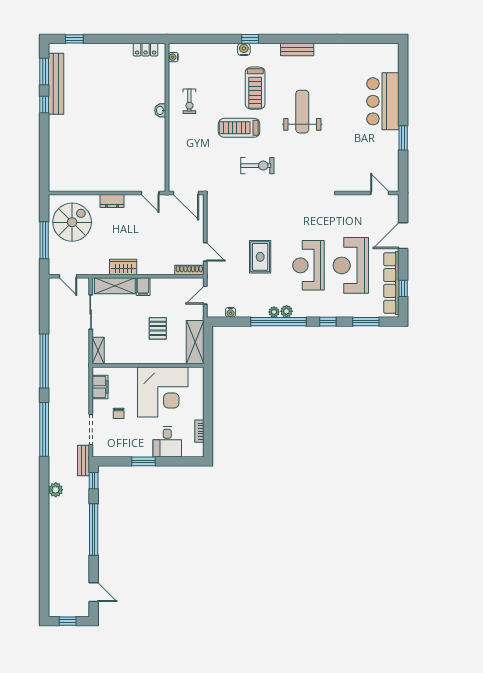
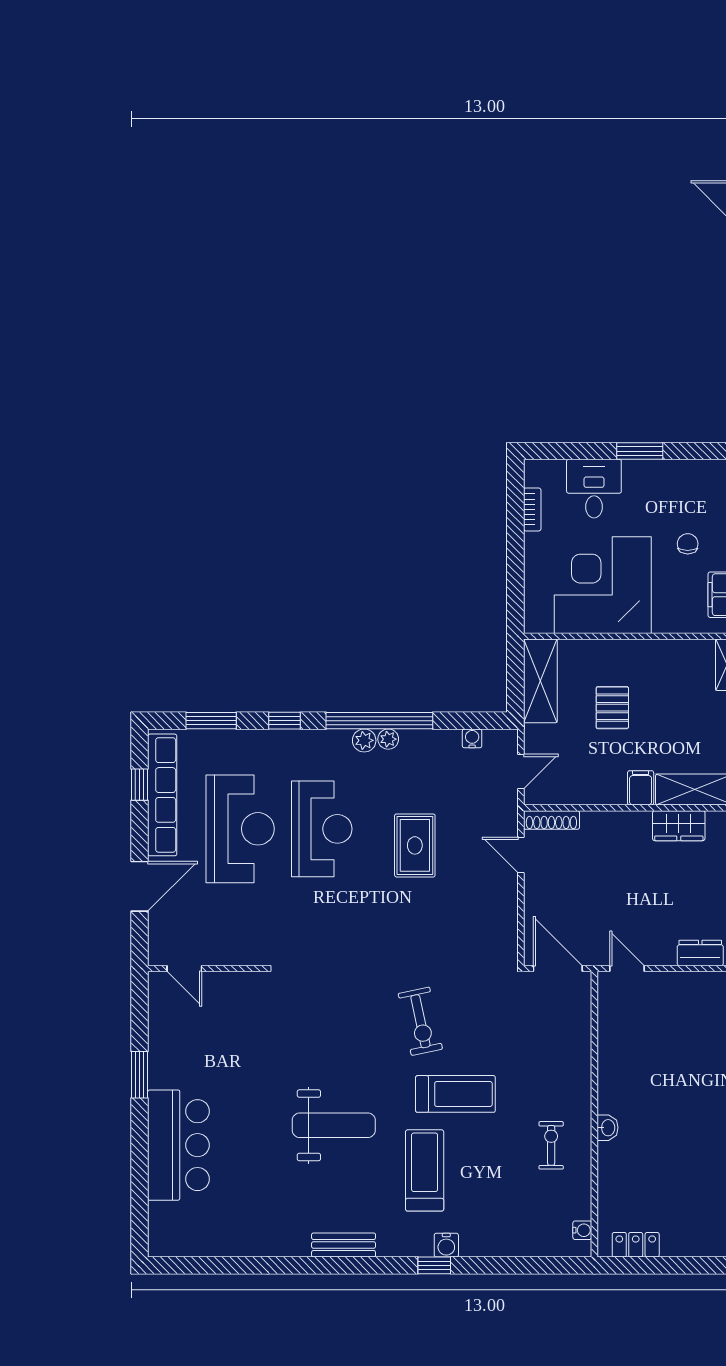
weight bench: (302, 112) -> (334, 1125), turned -90
exercise bike: (257, 166) -> (420, 1021), turned -102

